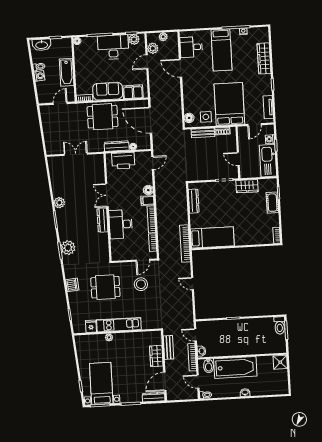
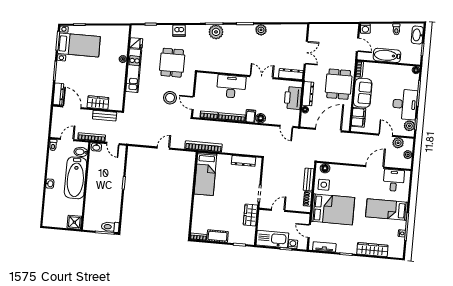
washing machine: (39, 76) -> (365, 29), moved
cot: (272, 203) -> (218, 236), moved
dresser: (102, 220) -> (291, 74), moved
door: (195, 335) -> (113, 144), swing flipped

